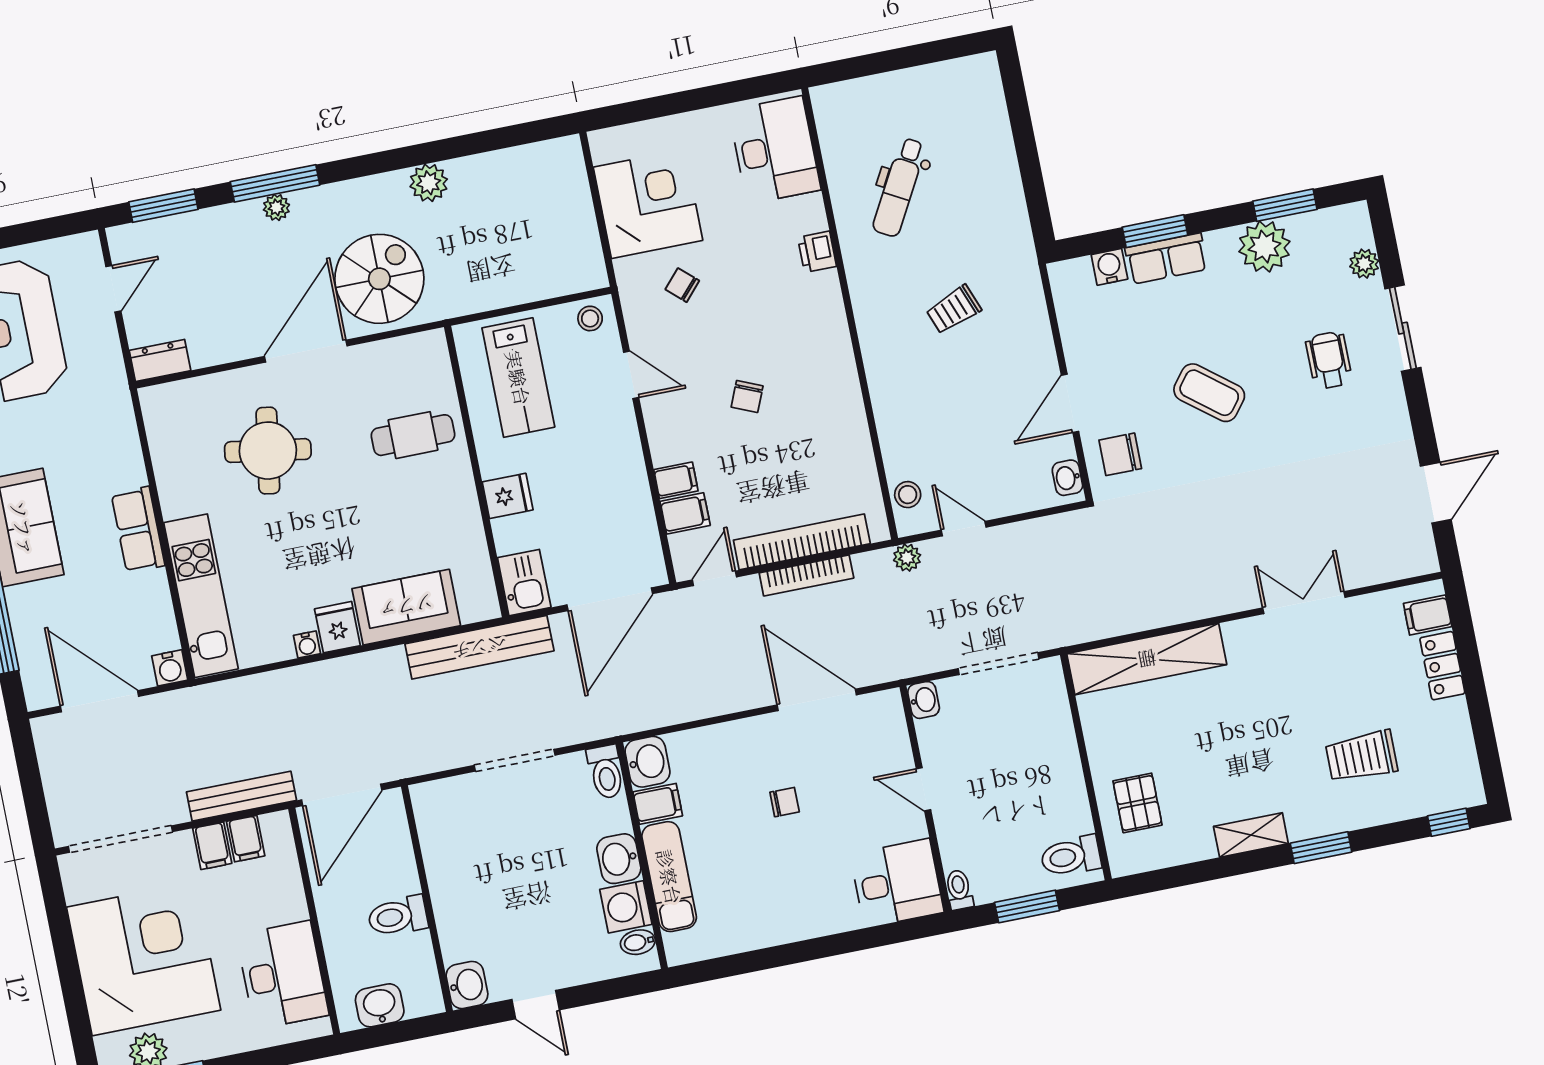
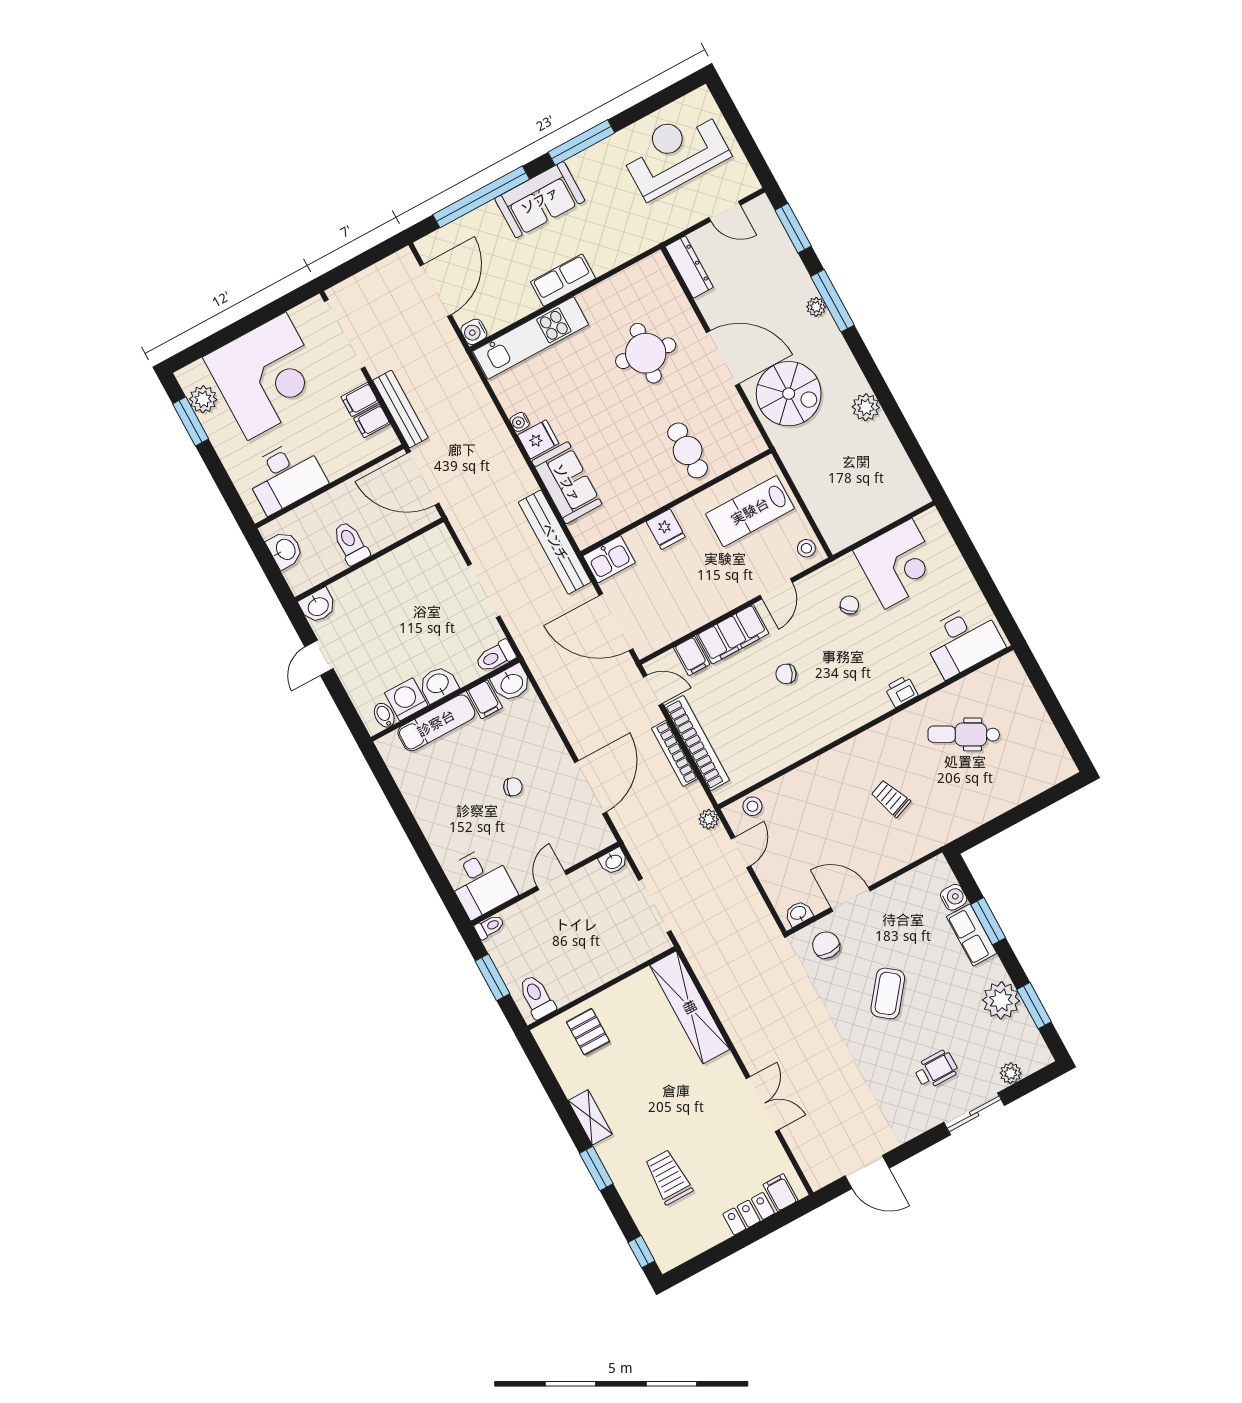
dresser: (160, 360) -> (689, 267), width x1.44
filing cabinet: (676, 480) -> (733, 634), width x3.00, depth x1.17
chair: (785, 802) -> (513, 787), turned -68
pallet: (1137, 803) -> (588, 1032), turned 90

